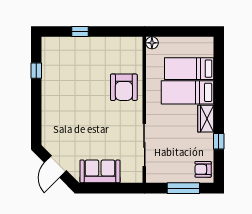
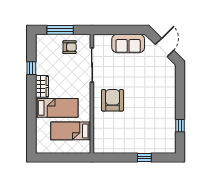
floor lamp: (152, 43) -> (86, 148), removed
bed: (189, 69) -> (71, 131), moved, turned 180
armchair: (124, 87) -> (113, 100), moved
armchair: (203, 169) -> (70, 47), moved

